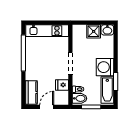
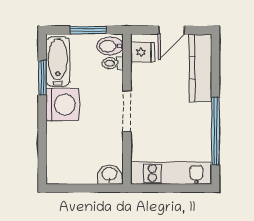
washbasin: (107, 30) -> (109, 174), moved
shower: (94, 31) -> (84, 172), removed
fridge: (62, 85) -> (143, 52), moved
kitchen counter: (31, 93) -> (200, 68), width x1.50

